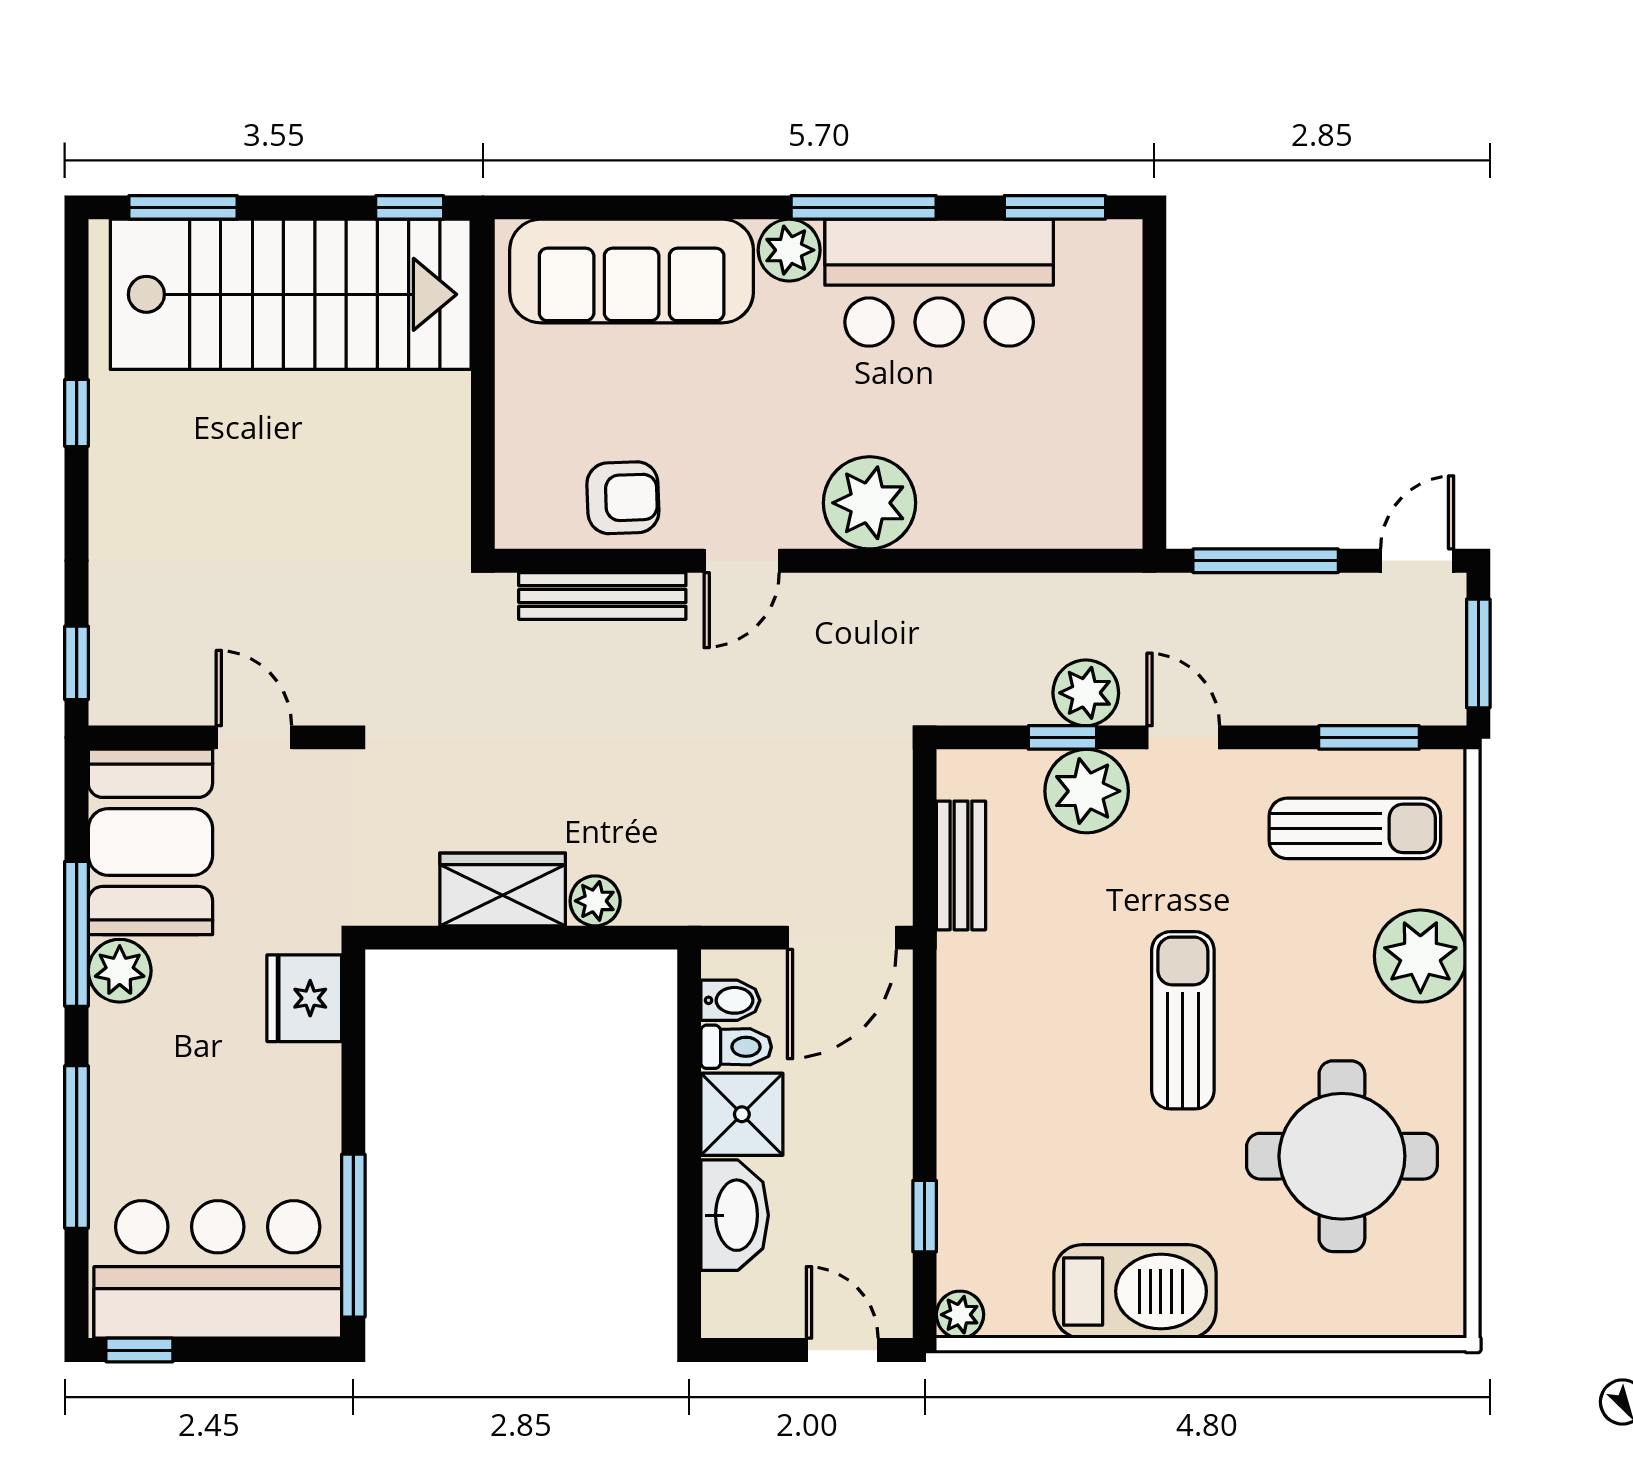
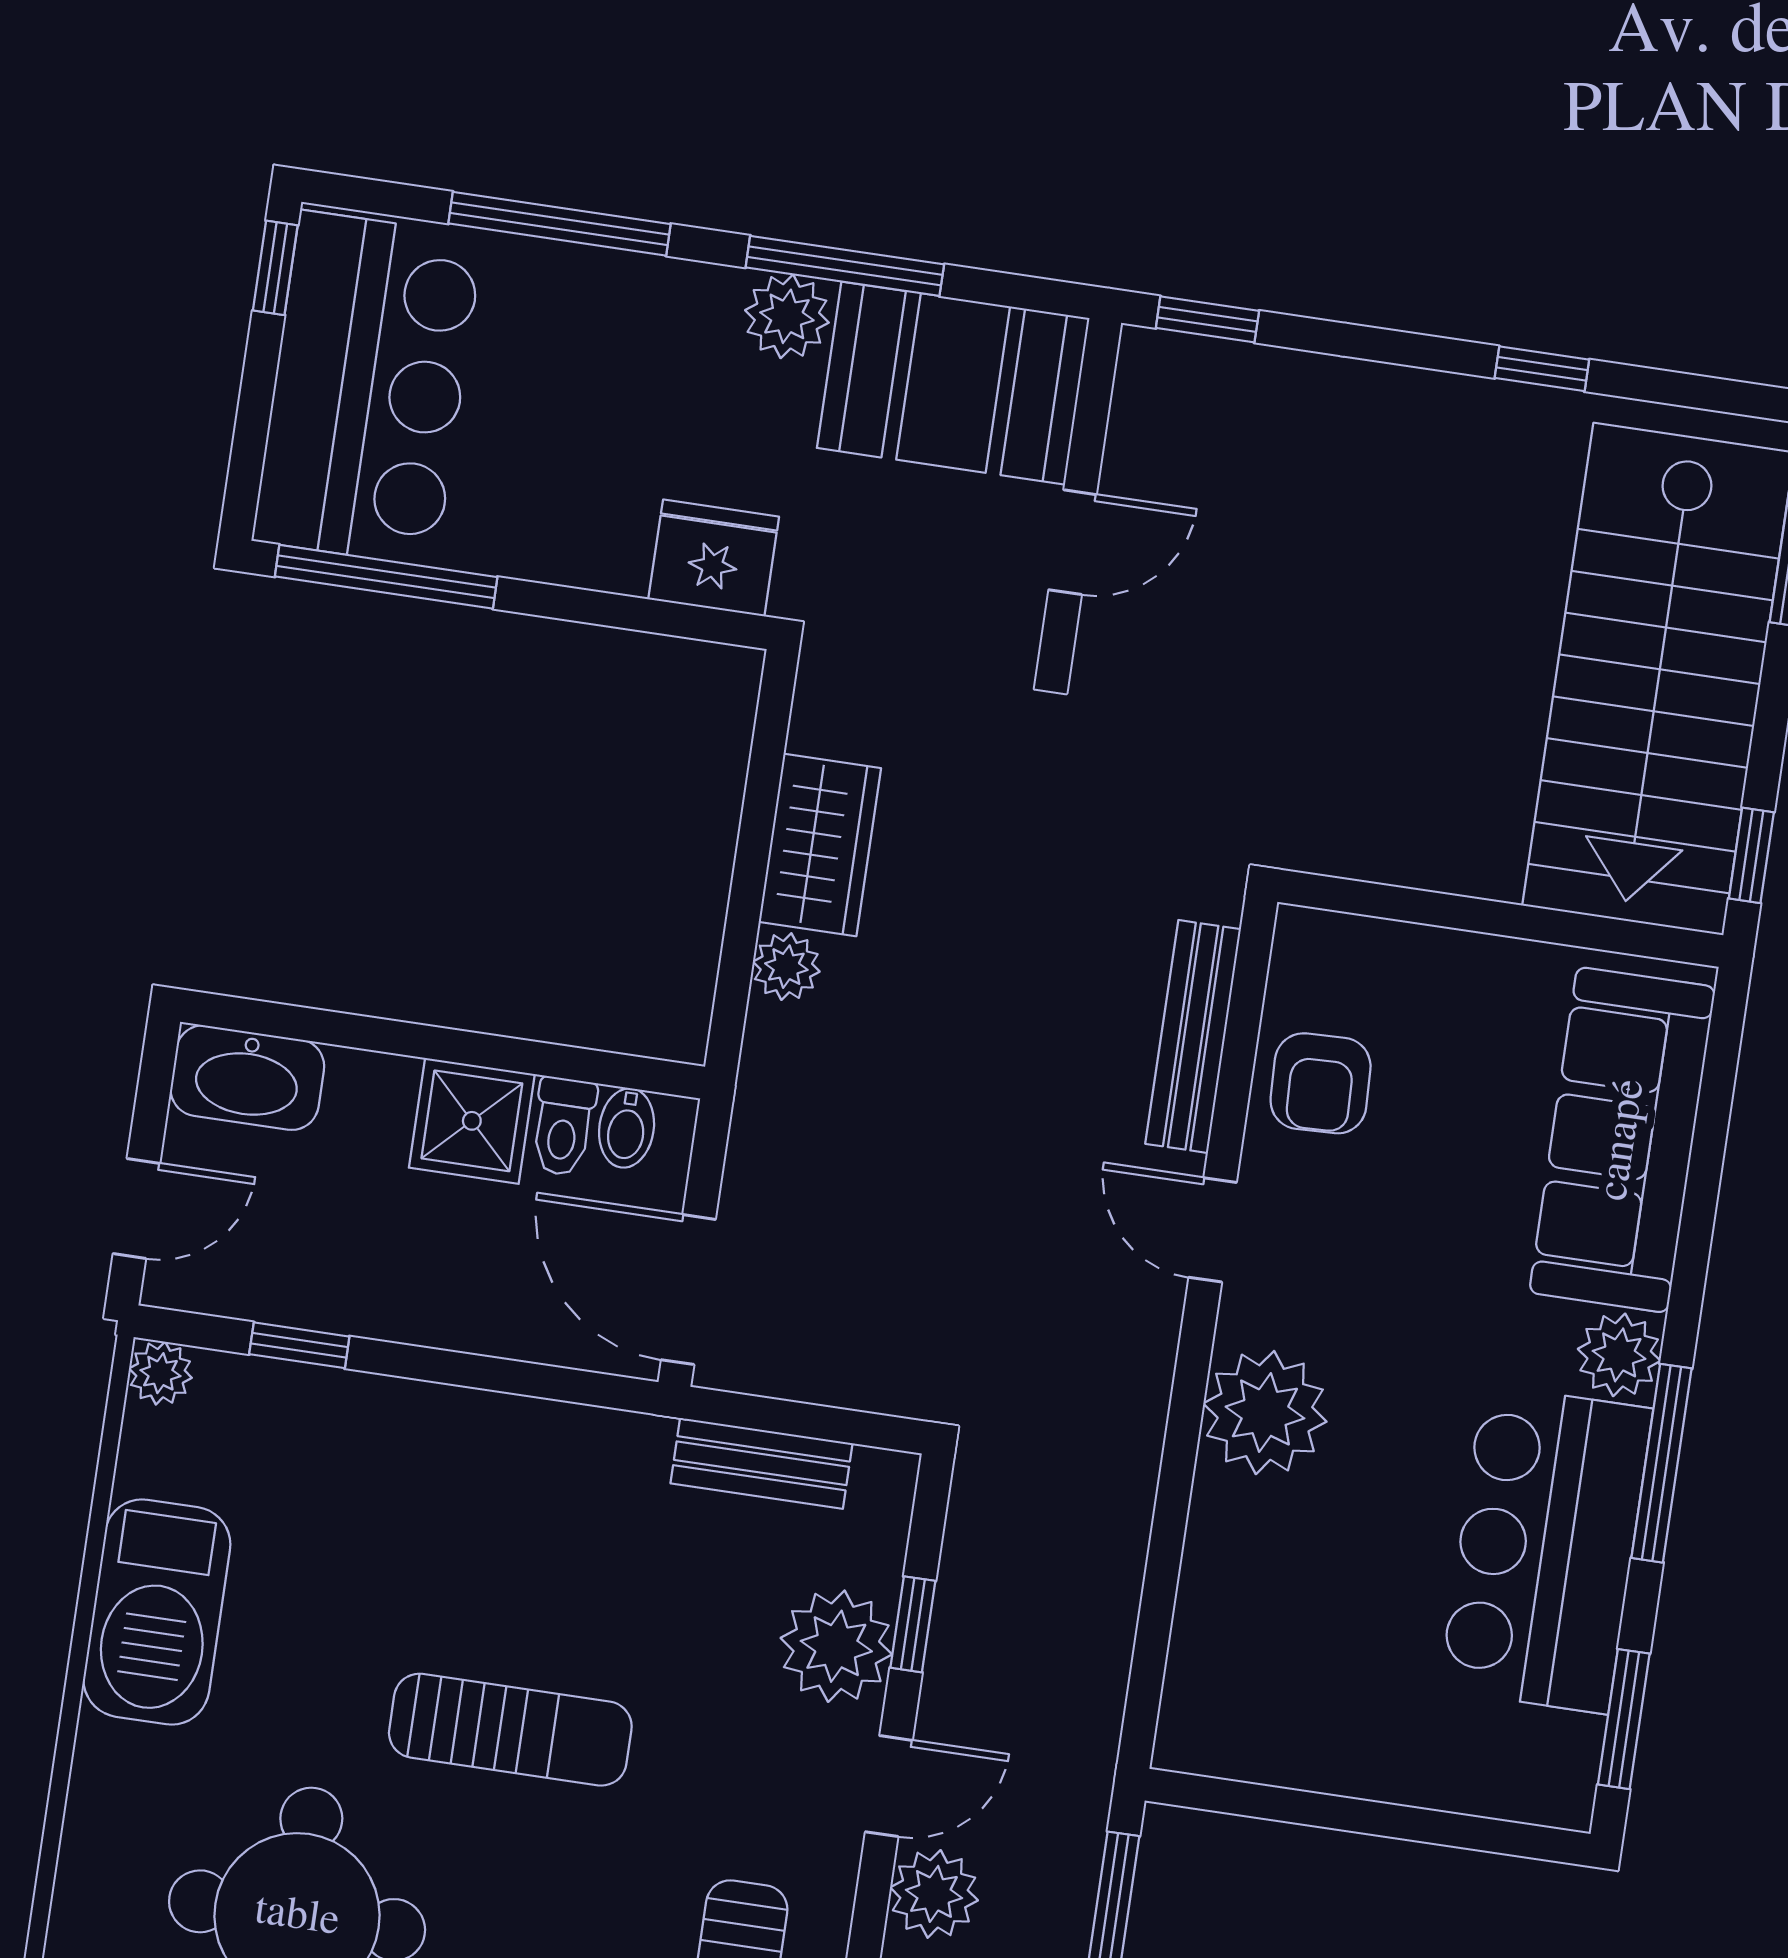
plant: (1086, 693) -> (934, 1894), moved
washbasin: (735, 1215) -> (247, 1078), moved

